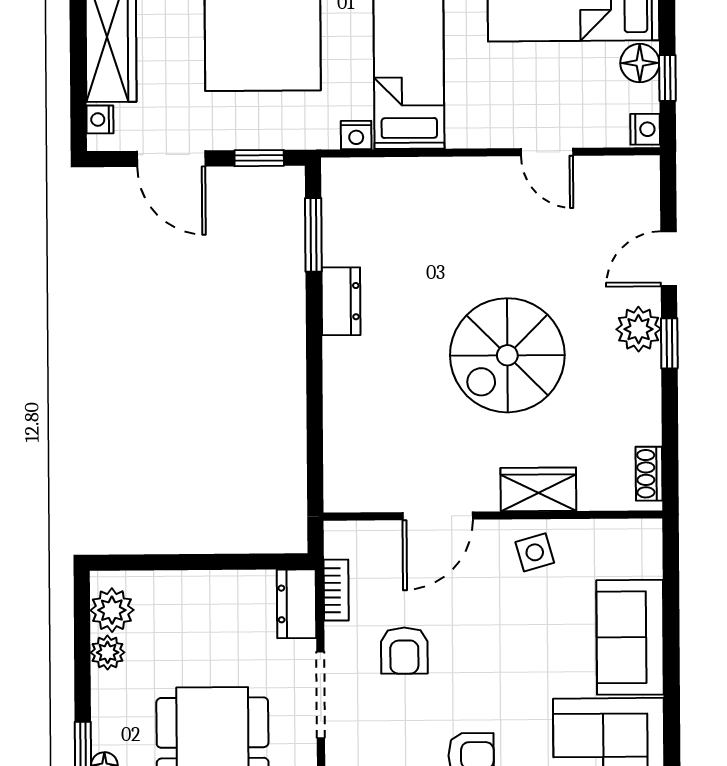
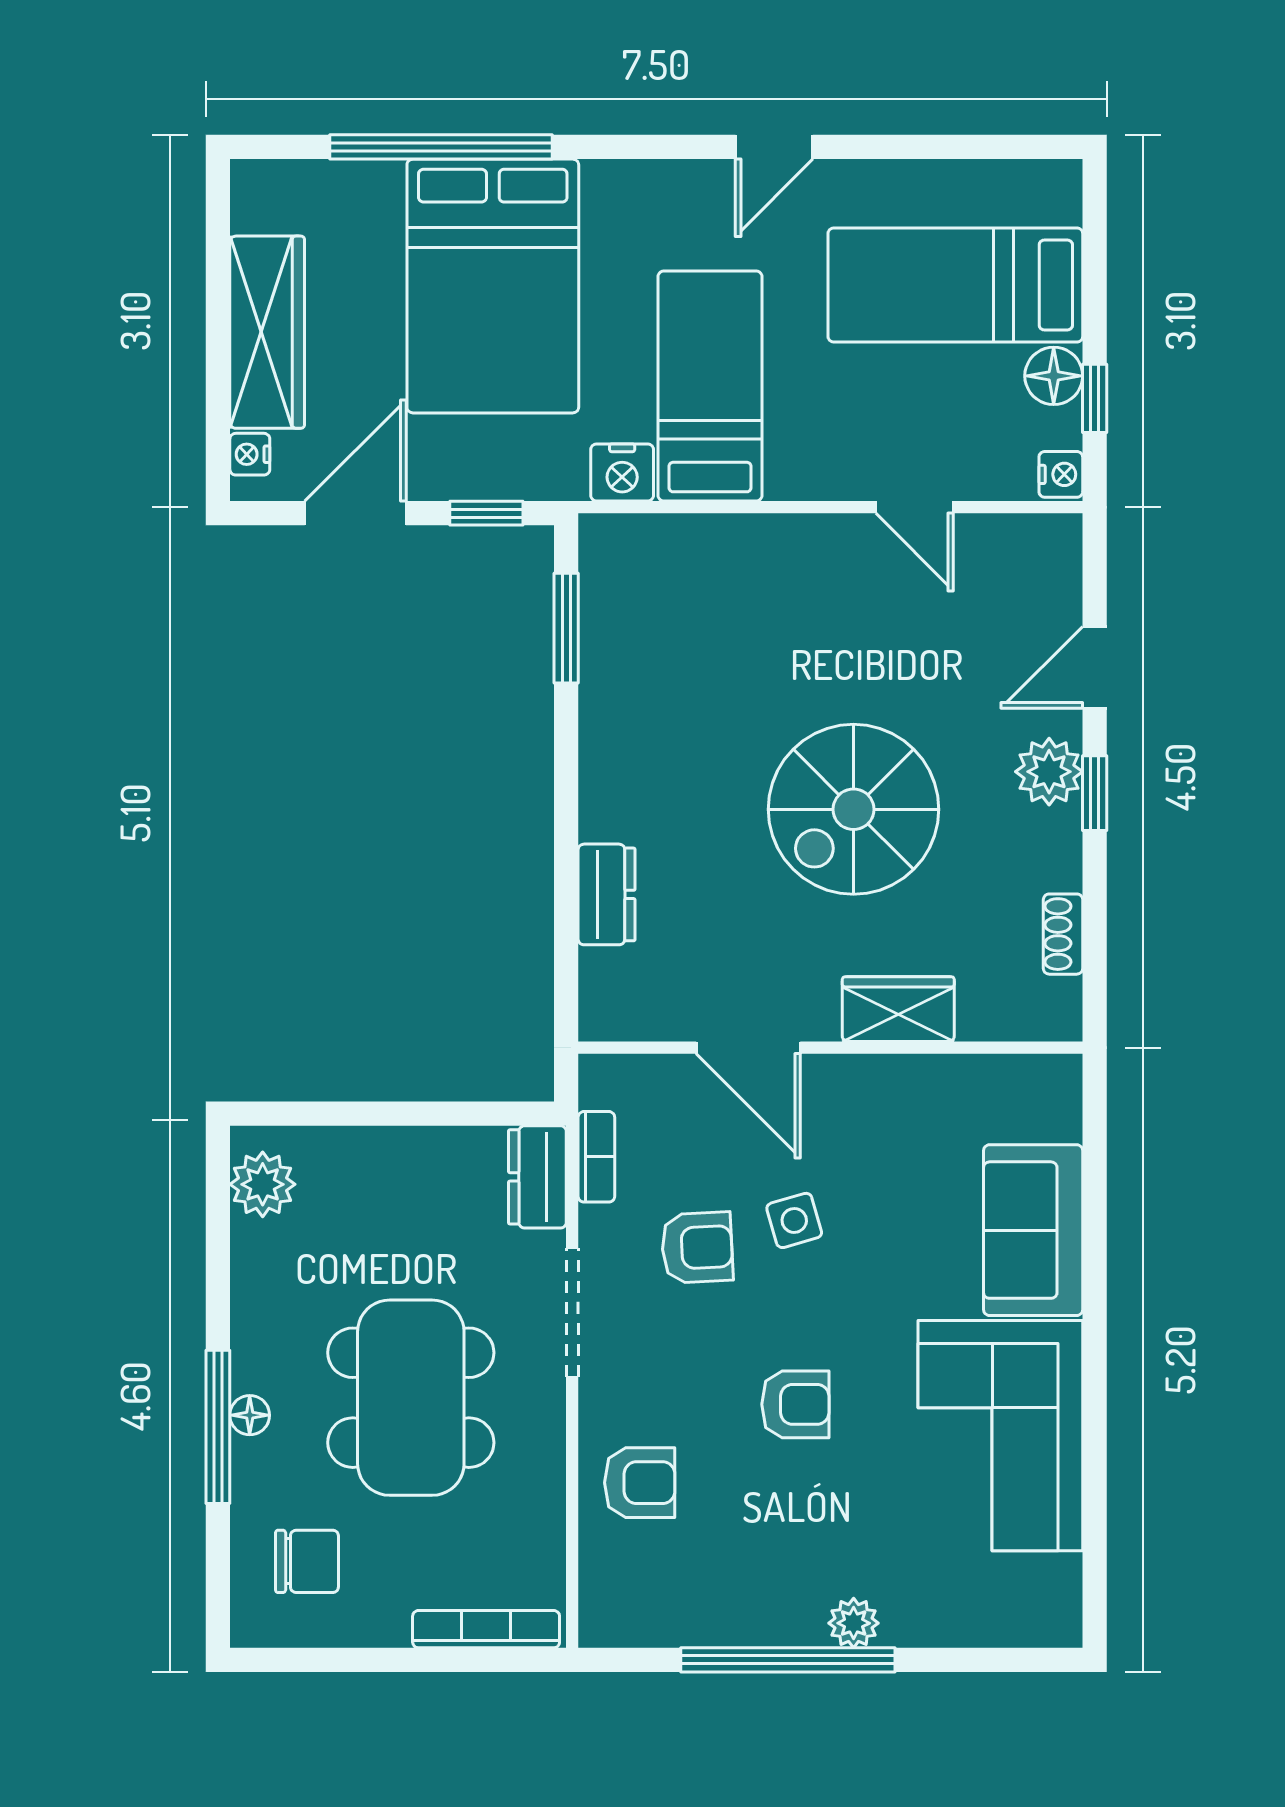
nightstand: (356, 135) -> (622, 472), width x1.39, depth x1.35
door: (171, 159) -> (355, 513), swing flipped
dresser: (341, 301) -> (607, 894), moved
shoe rack: (649, 474) -> (1063, 934), moved
door: (438, 516) -> (748, 1048), hinge flipped
side table: (535, 552) -> (794, 1220), moved
armchair: (404, 651) -> (697, 1248), turned -93
plant: (108, 652) -> (256, 1247), removed

